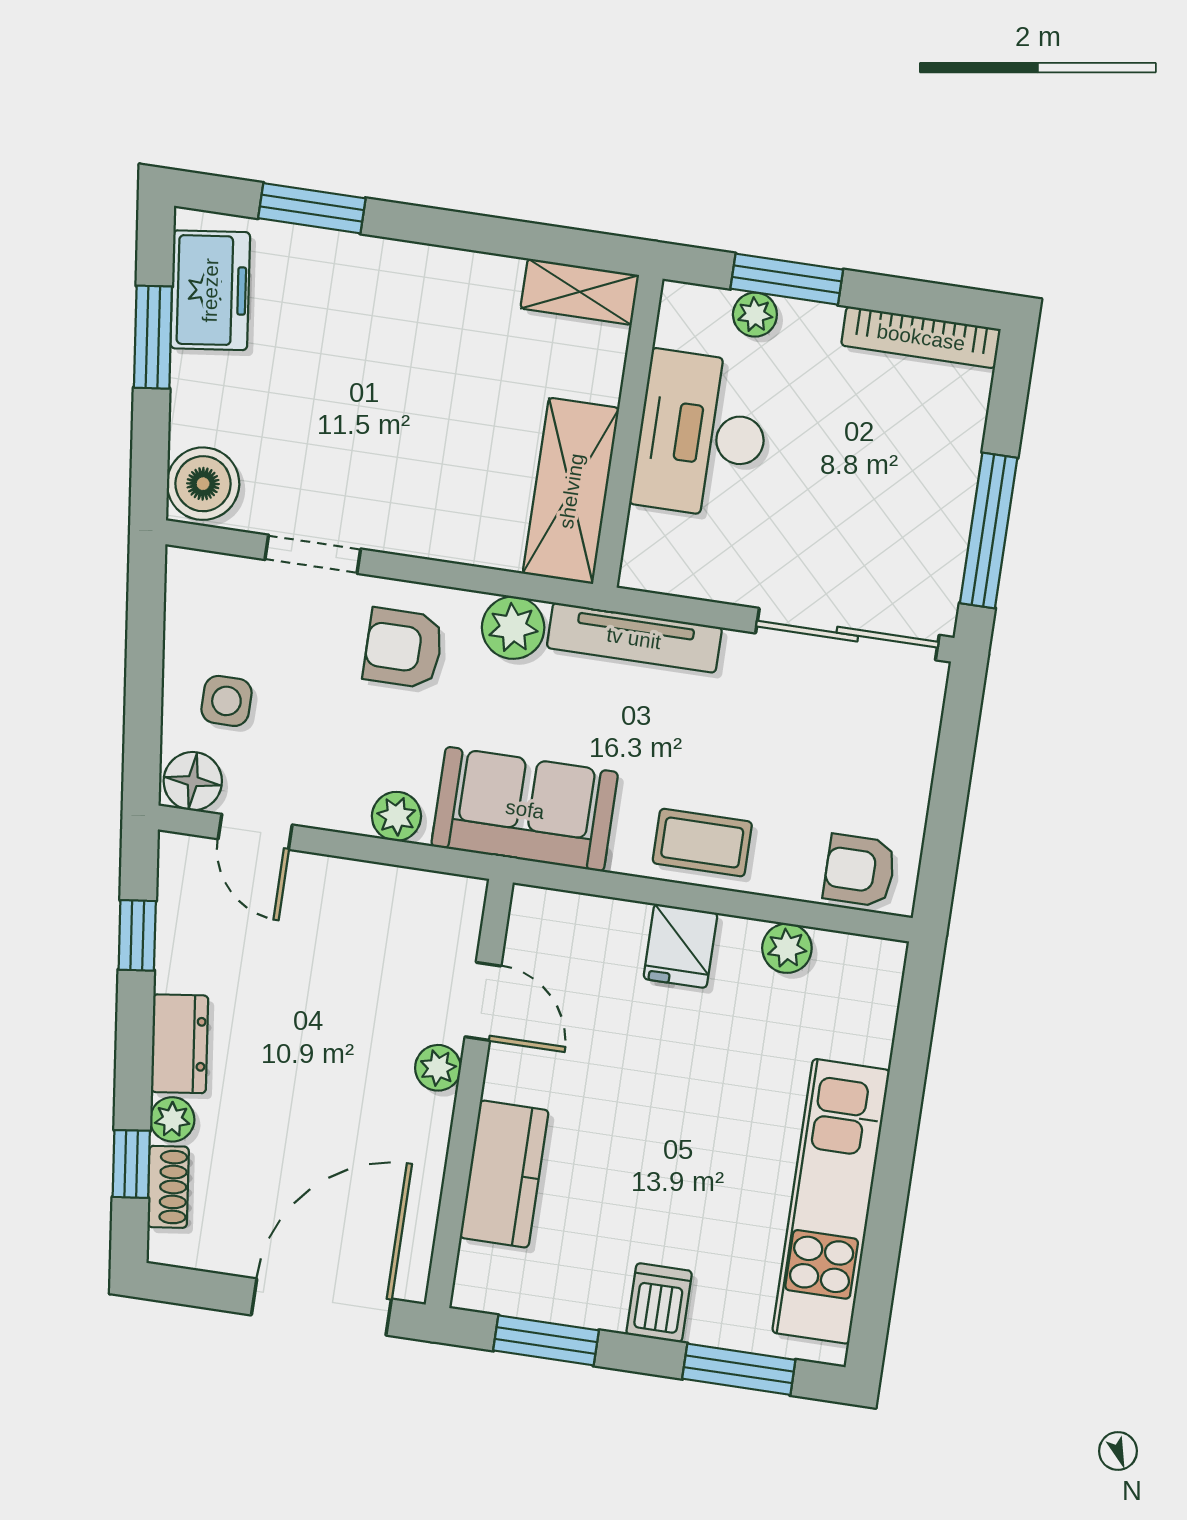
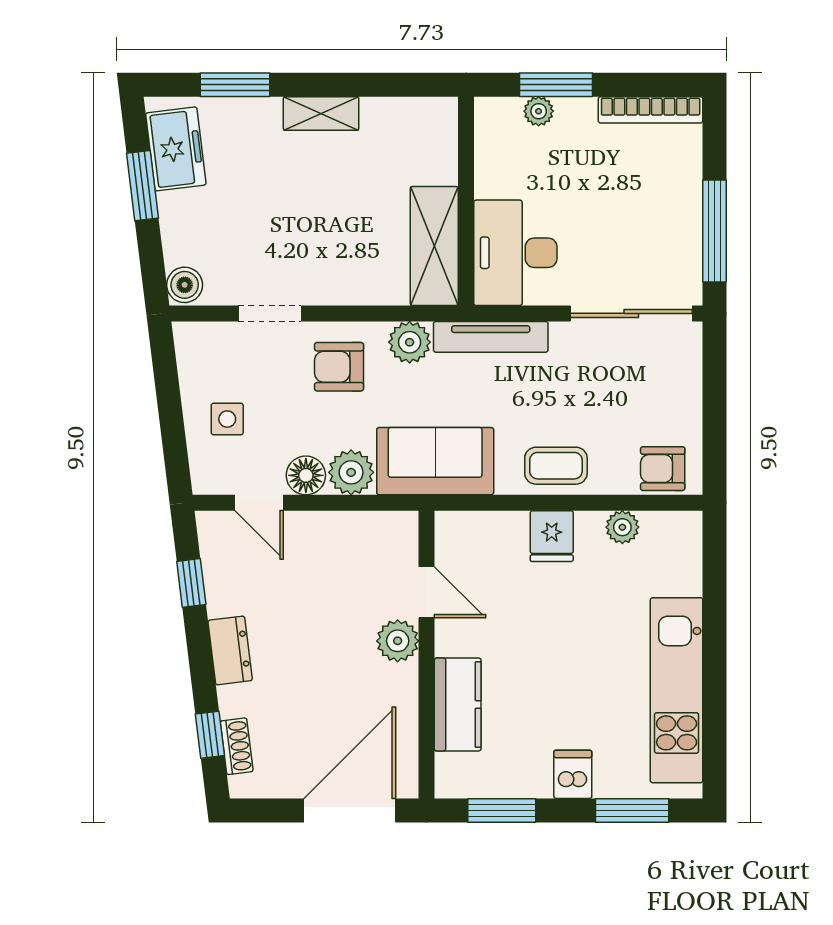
shelving: (580, 292) -> (321, 113), moved
desk: (702, 435) -> (515, 253), moved
boiler: (203, 484) -> (185, 285), width x0.73, depth x0.73
floor lamp: (193, 781) -> (306, 475), moved
plant: (396, 816) -> (351, 472), width x1.38, depth x1.38
plant: (438, 1068) -> (398, 641), width x1.38, depth x1.38
plant: (172, 1119) -> (233, 701), removed

